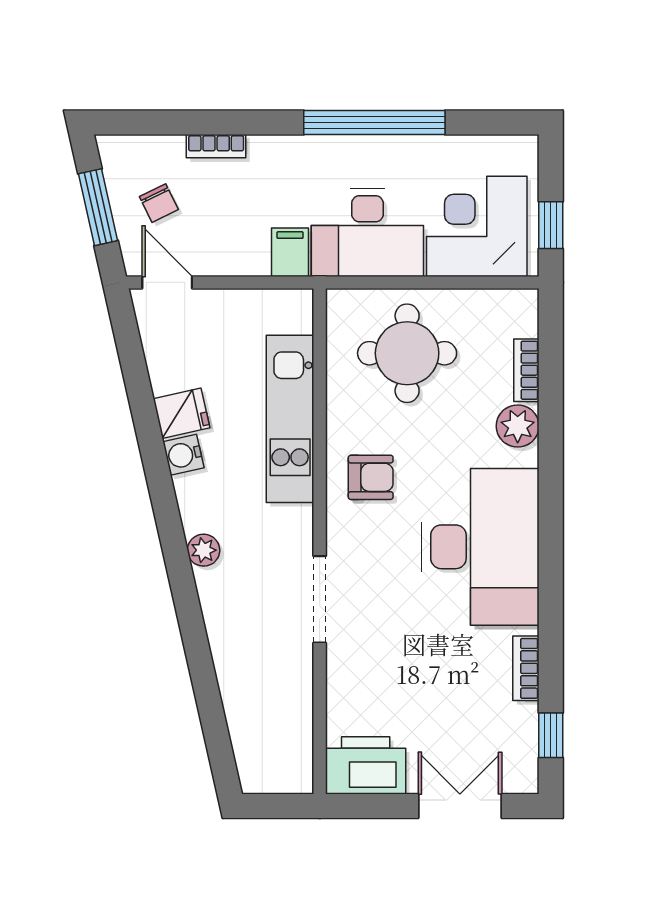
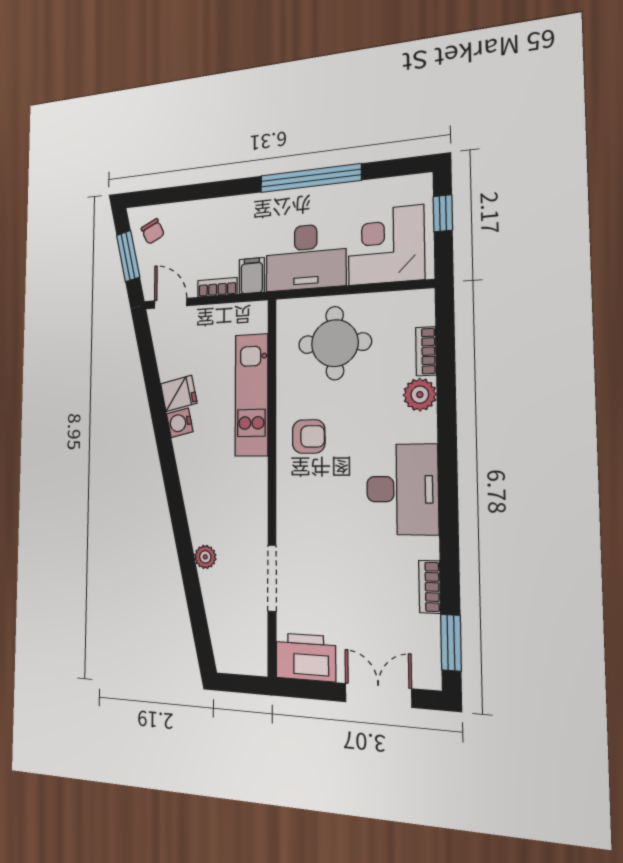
bookcase: (216, 146) -> (217, 287), moved, turned 180
chair: (159, 203) -> (153, 231), moved
window: (551, 225) -> (443, 213), moved
desk: (480, 547) -> (402, 489), width x0.73, depth x0.77
plant: (204, 550) -> (205, 557), moved
doorway: (320, 599) -> (272, 578), moved
window: (551, 735) -> (451, 643), width x1.50

